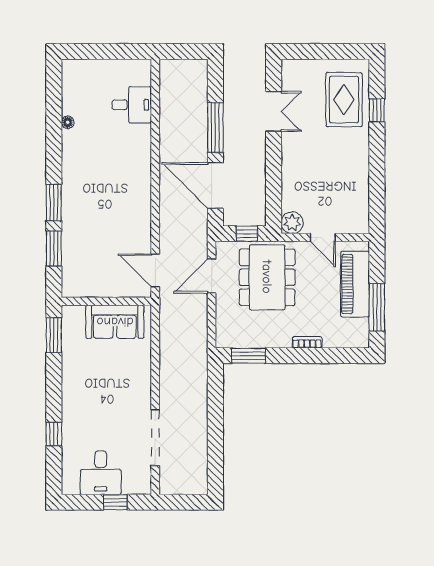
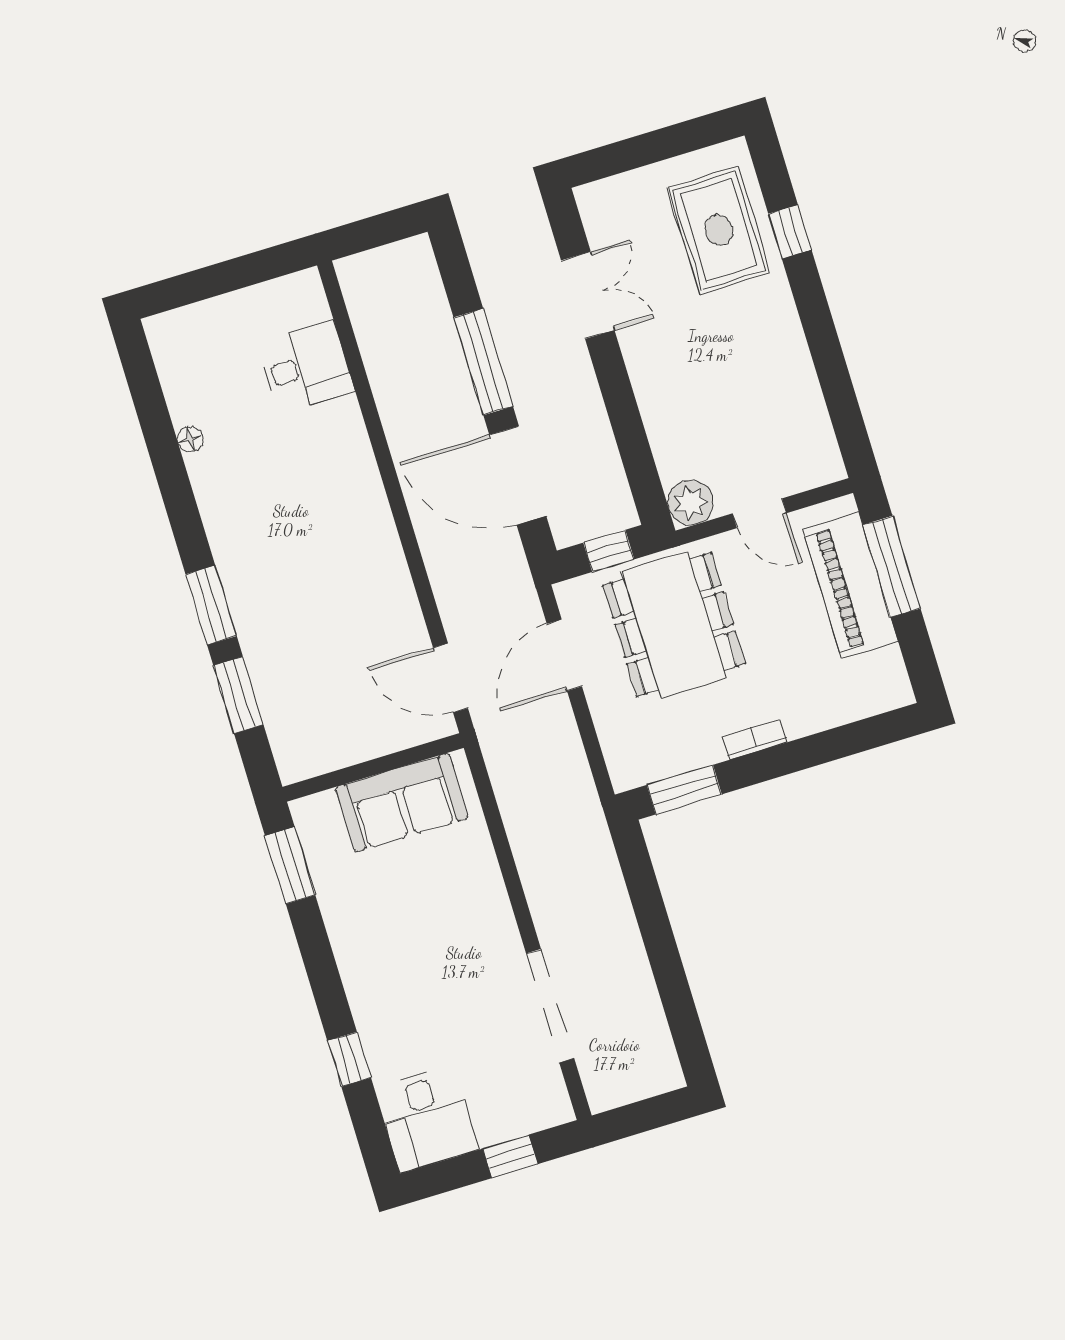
window: (377, 307) -> (892, 567), moved
bookcase: (307, 342) -> (755, 739), moved
desk: (101, 473) -> (427, 1119), moved

